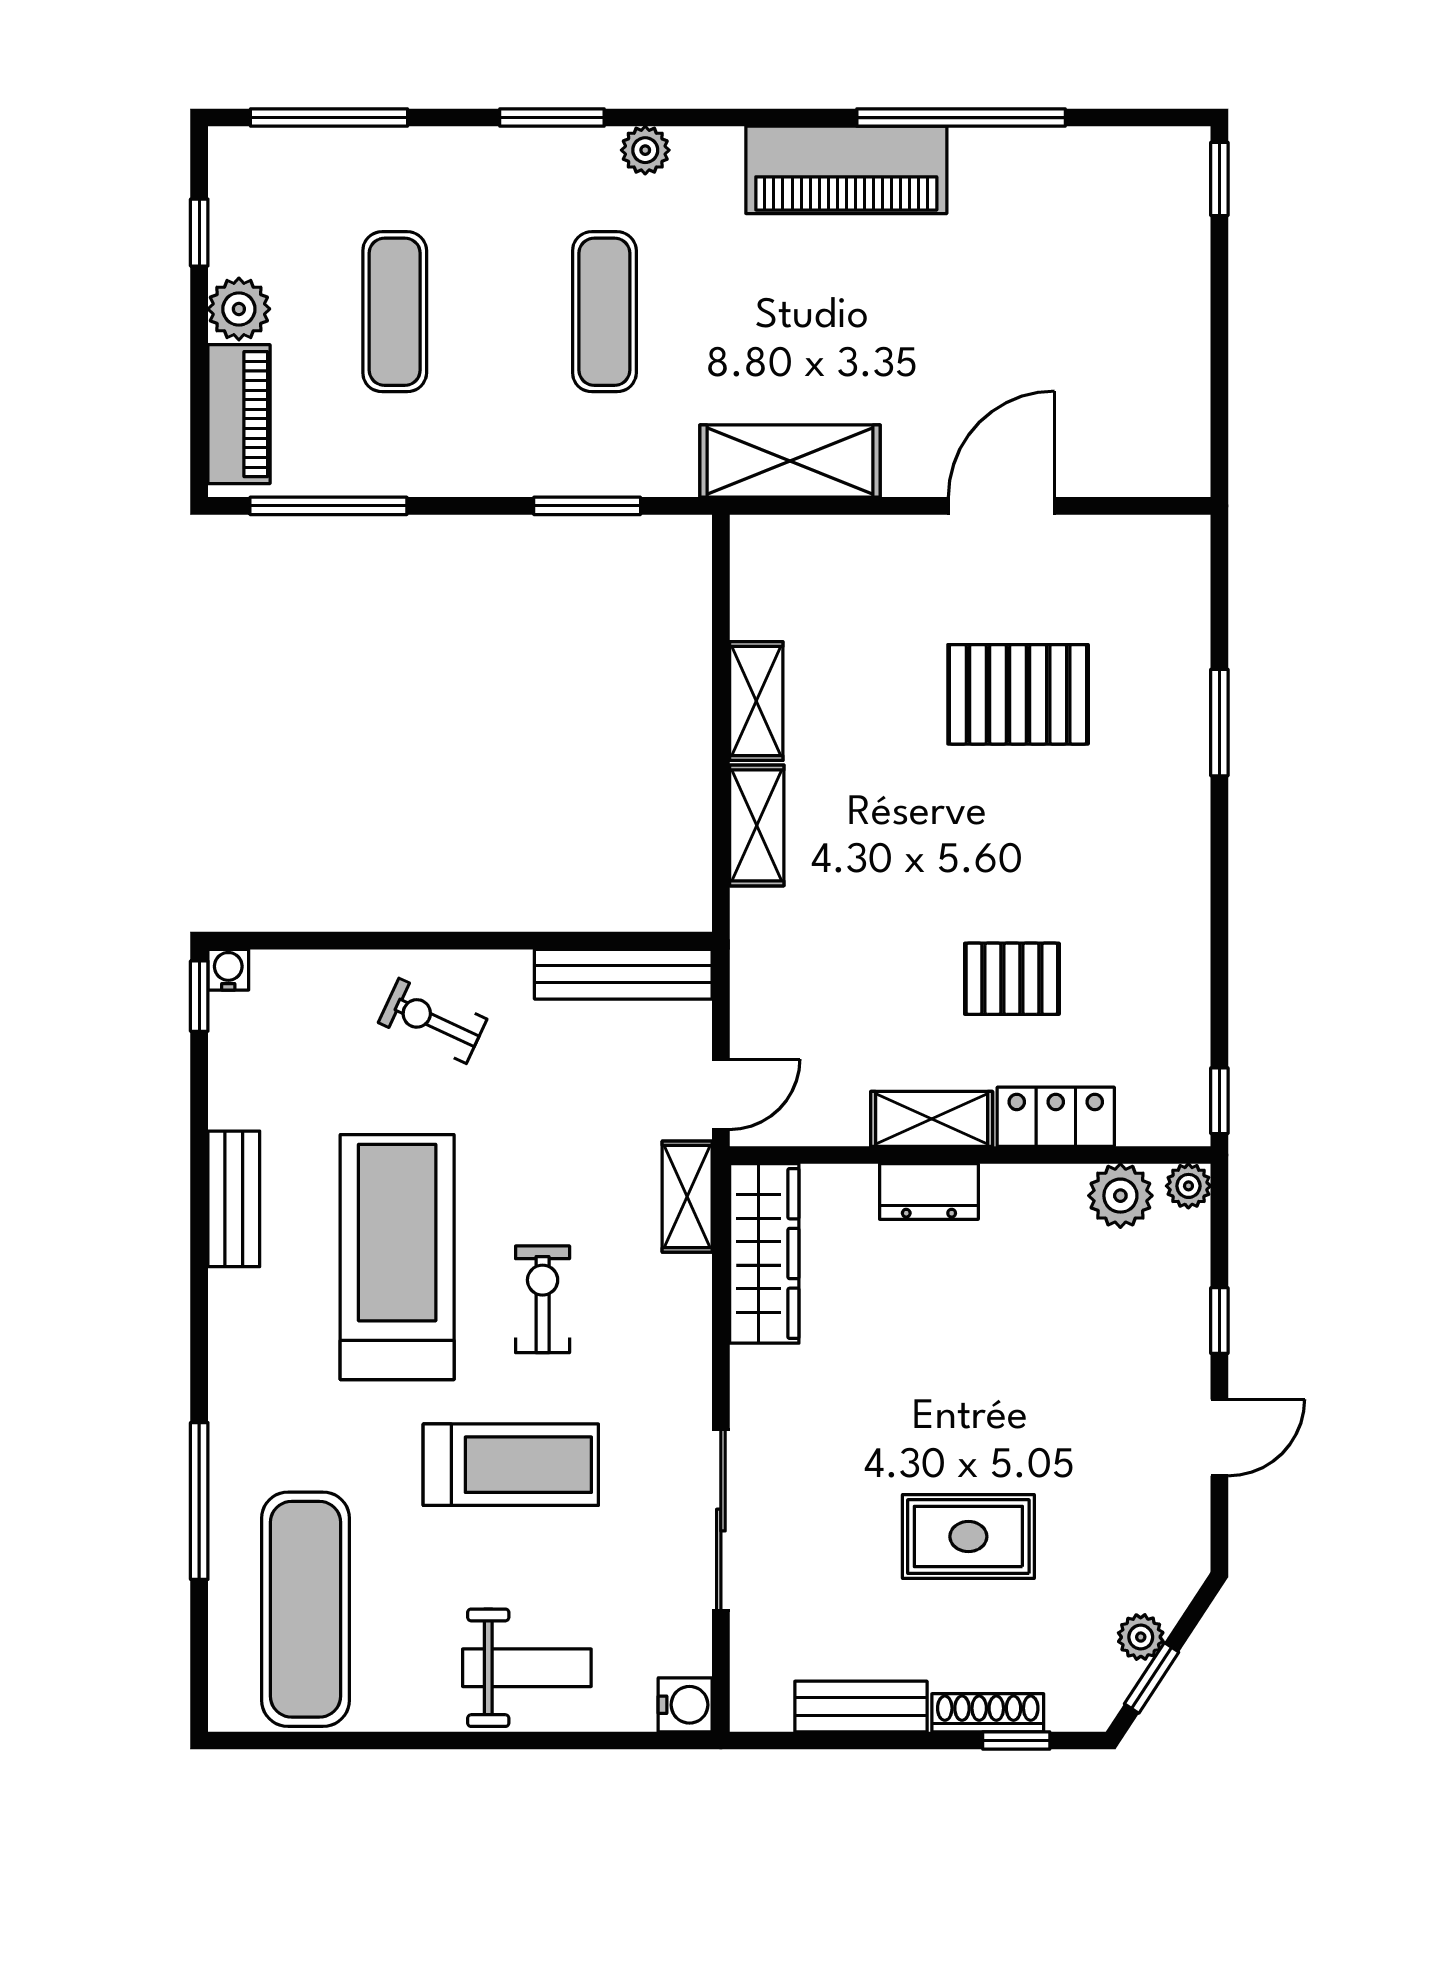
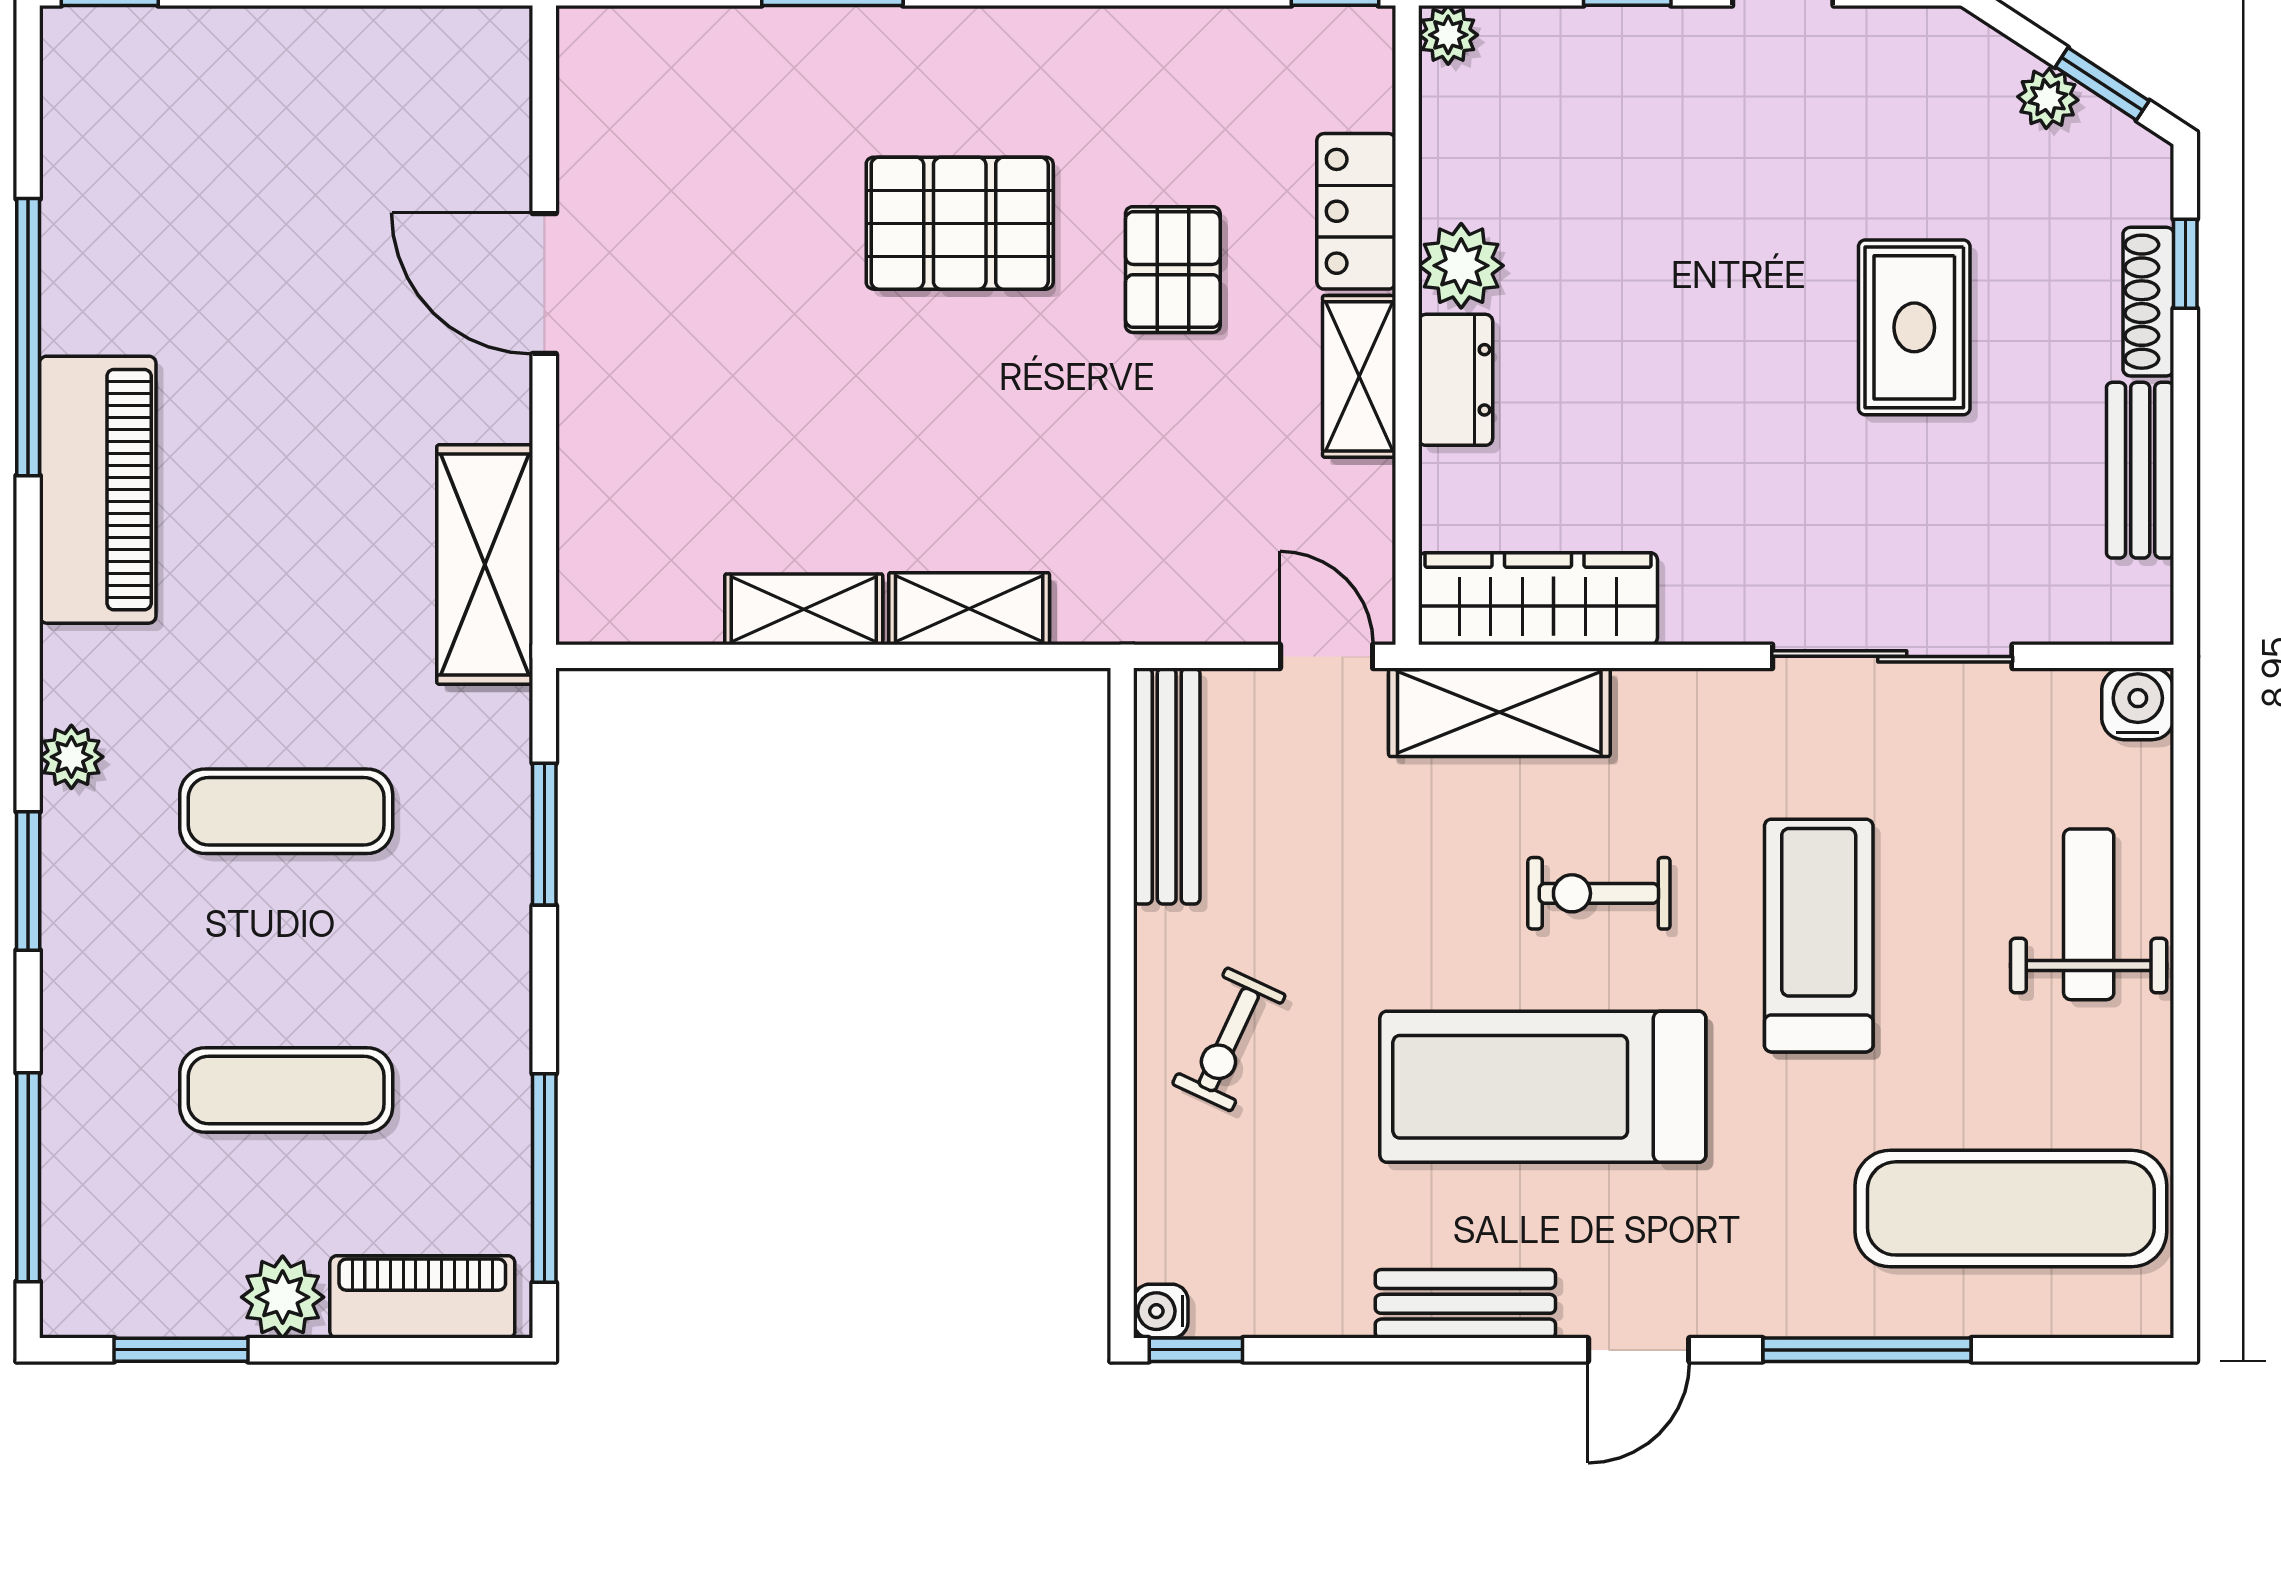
window: (199, 233) -> (181, 1350), width x1.50
pallet: (1018, 694) -> (960, 223), moved, turned 90
plant: (1120, 1196) -> (1461, 266), moved
shelving: (687, 1197) -> (1499, 712), width x1.50, depth x1.33
door: (199, 1329) -> (1639, 1350), added

